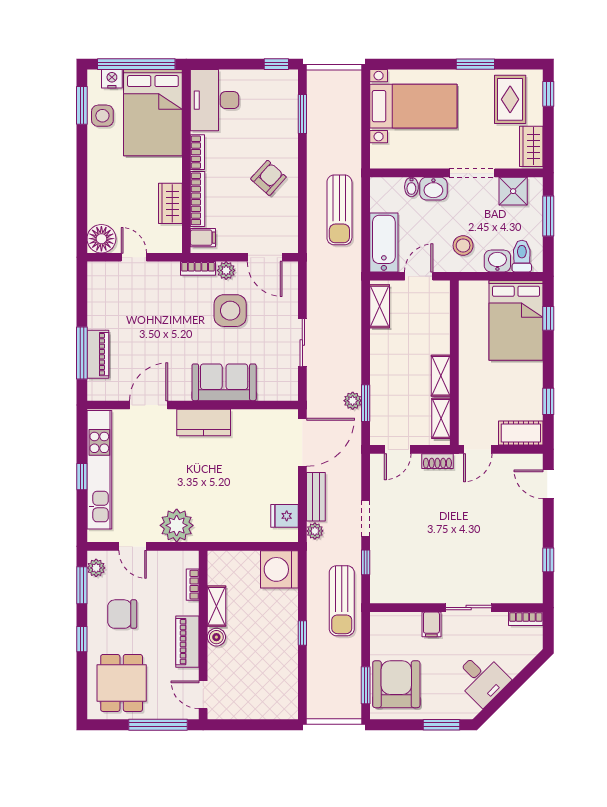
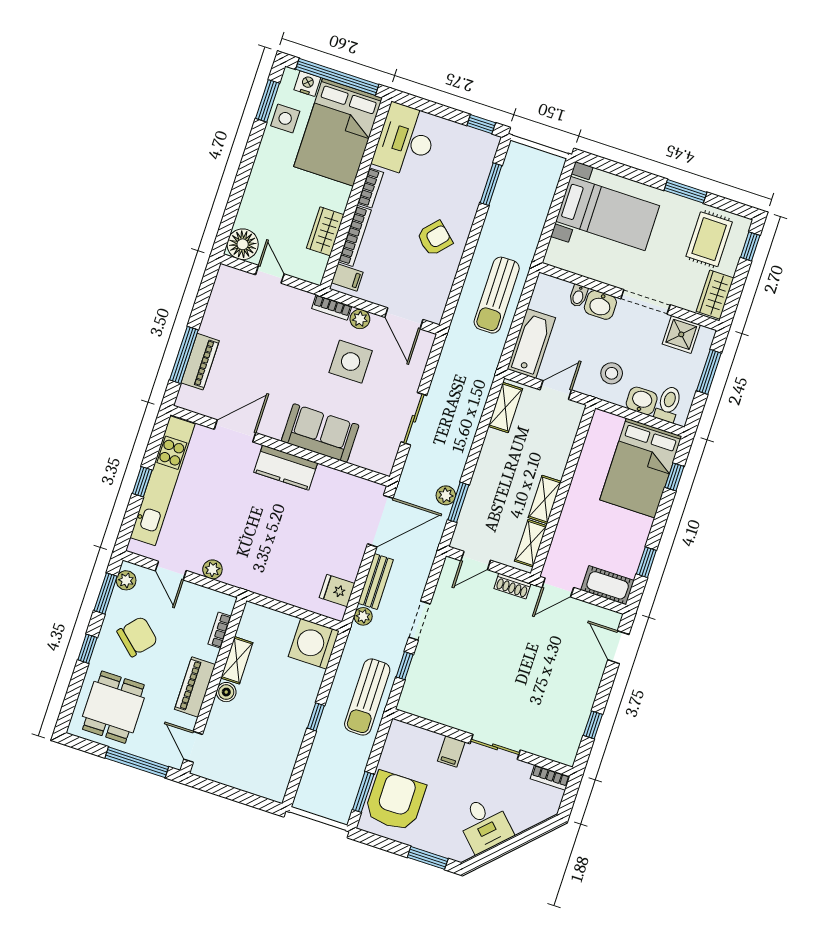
plant: (177, 525) -> (212, 569), width x0.53, depth x0.53
chair: (122, 614) -> (137, 637), turned 132

